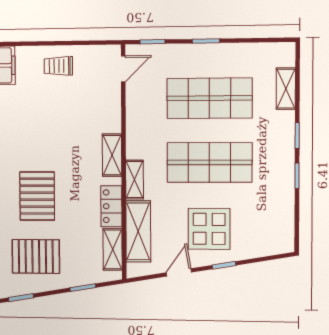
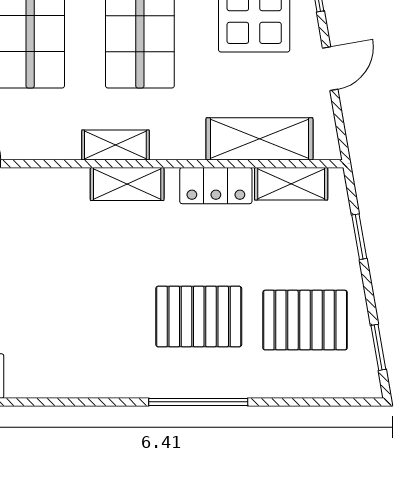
shelving: (134, 180) -> (115, 145), moved
pallet: (36, 256) -> (305, 320), turned 90
door: (179, 272) -> (330, 69), swing flipped

